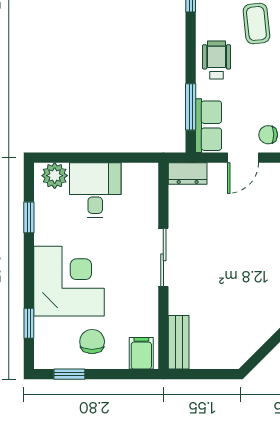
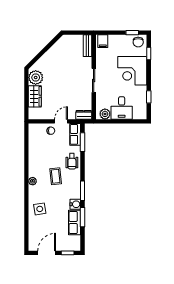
plant: (55, 176) -> (105, 114), moved
chair: (92, 342) -> (138, 42), moved

